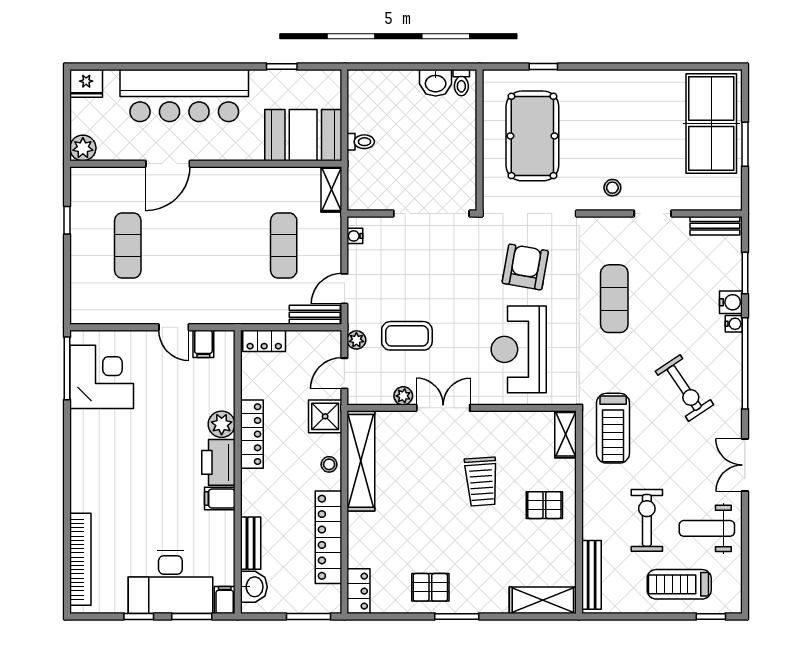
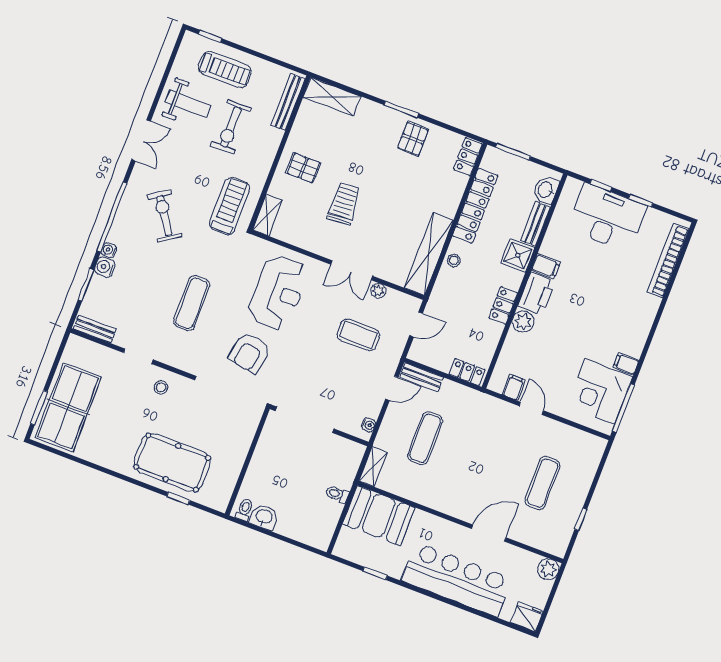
pool table: (532, 136) -> (172, 462), moved, turned 90
window: (745, 144) -> (39, 408), moved
plant: (356, 340) -> (397, 346), removed
shower: (325, 416) -> (518, 255), moved
locker: (252, 434) -> (503, 305), width x0.66
pallet: (430, 587) -> (413, 139), turned 90
filing cabinet: (225, 600) -> (626, 364), moved, turned 90
window: (192, 616) -> (601, 185), width x0.67

